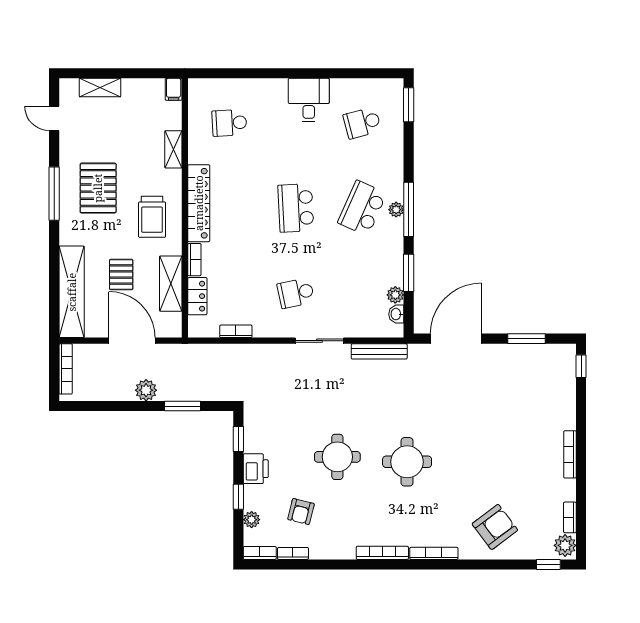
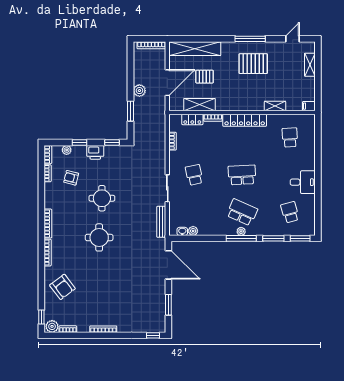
trolley: (152, 217) -> (237, 94), removed
window: (409, 273) -> (273, 238), moved

